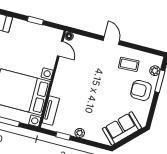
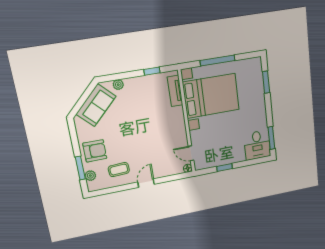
door: (111, 40) -> (146, 183), swing flipped
plant: (80, 133) -> (118, 85), moved

